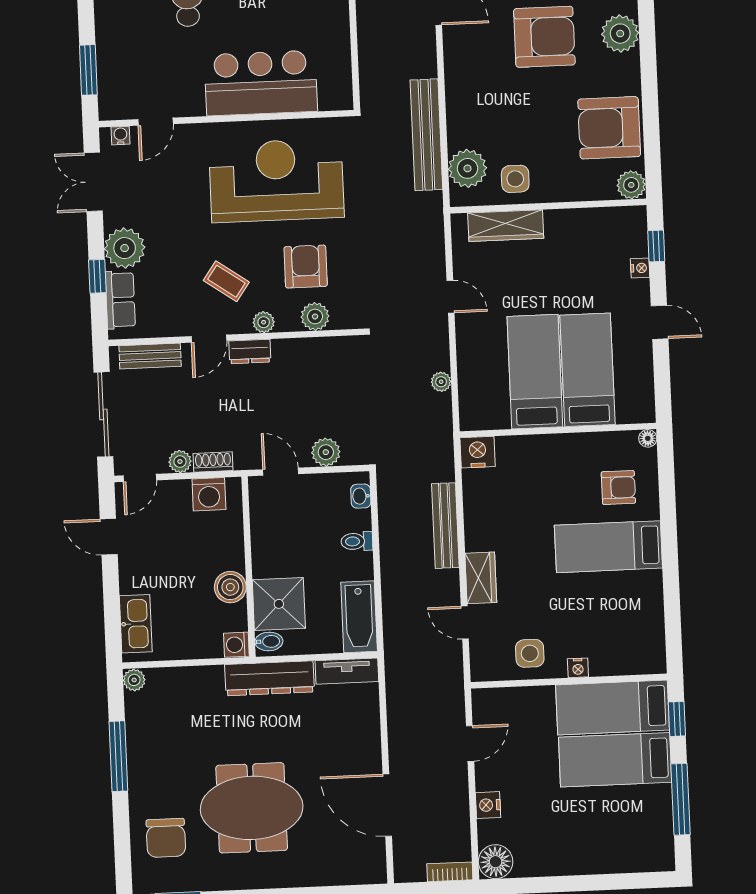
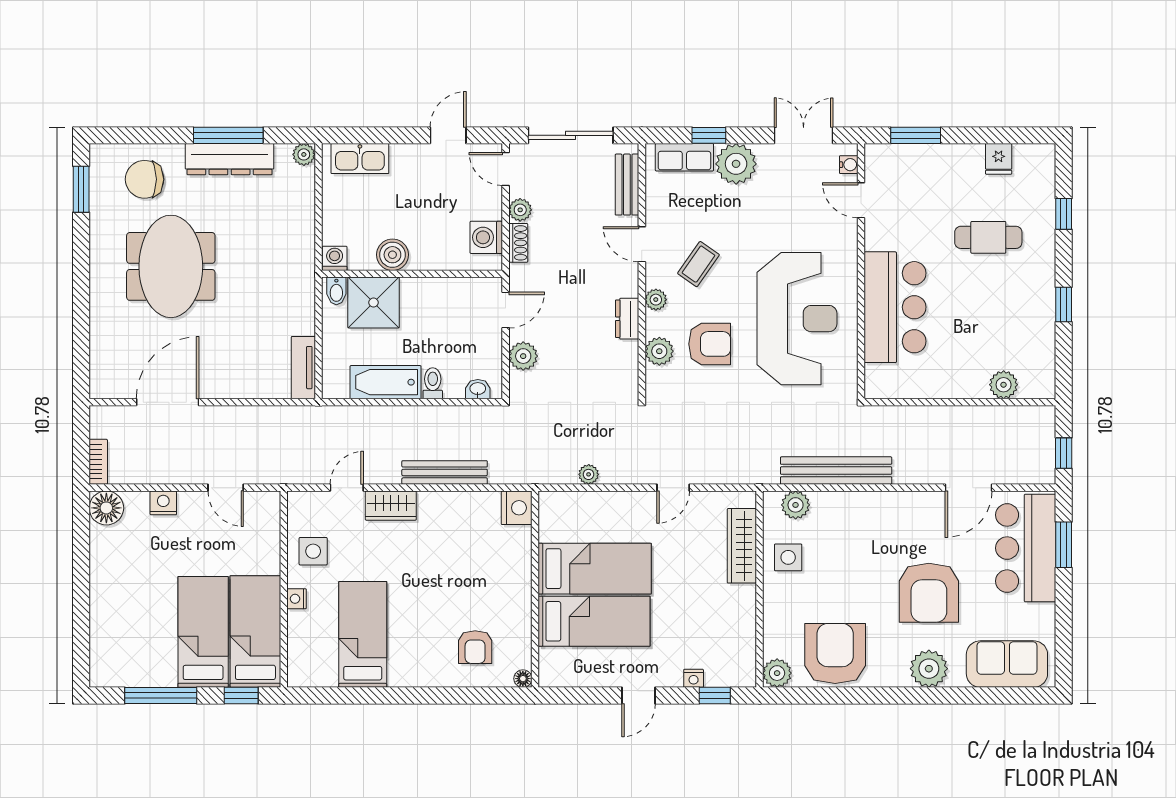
plant: (467, 168) -> (796, 505), width x0.73, depth x0.73
dresser: (250, 351) -> (627, 319), moved
bed: (608, 547) -> (363, 634), moved
bathtub: (359, 617) -> (386, 382), moved
dresser: (270, 678) -> (230, 159), moved, turned -90

